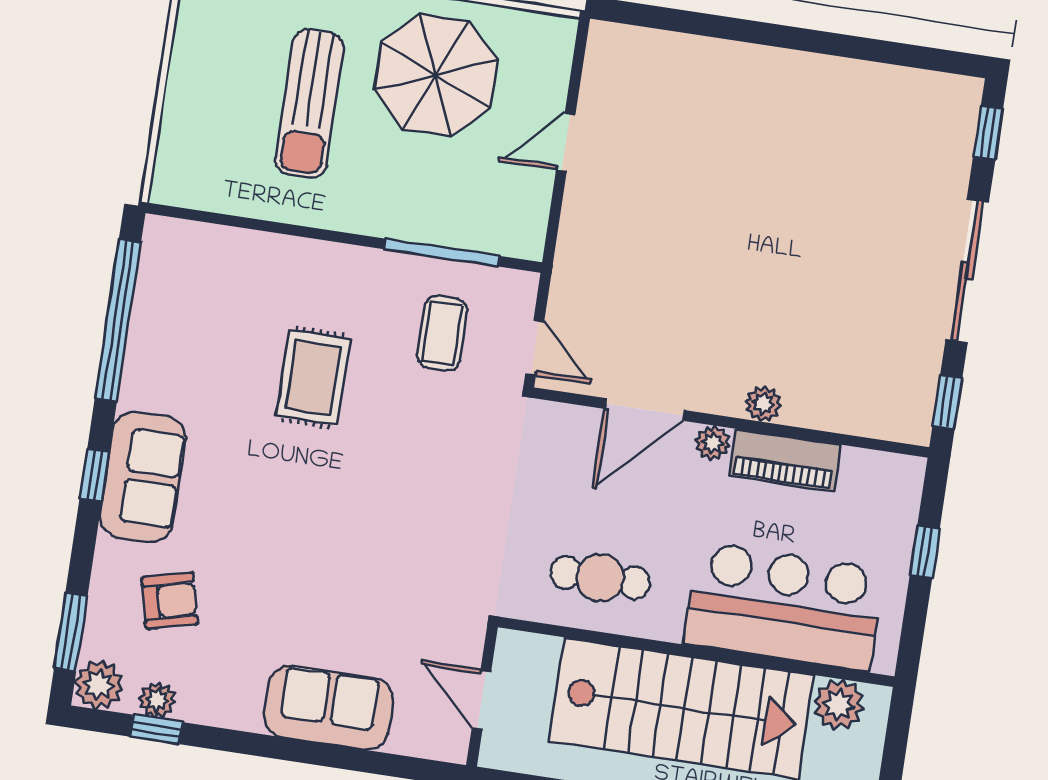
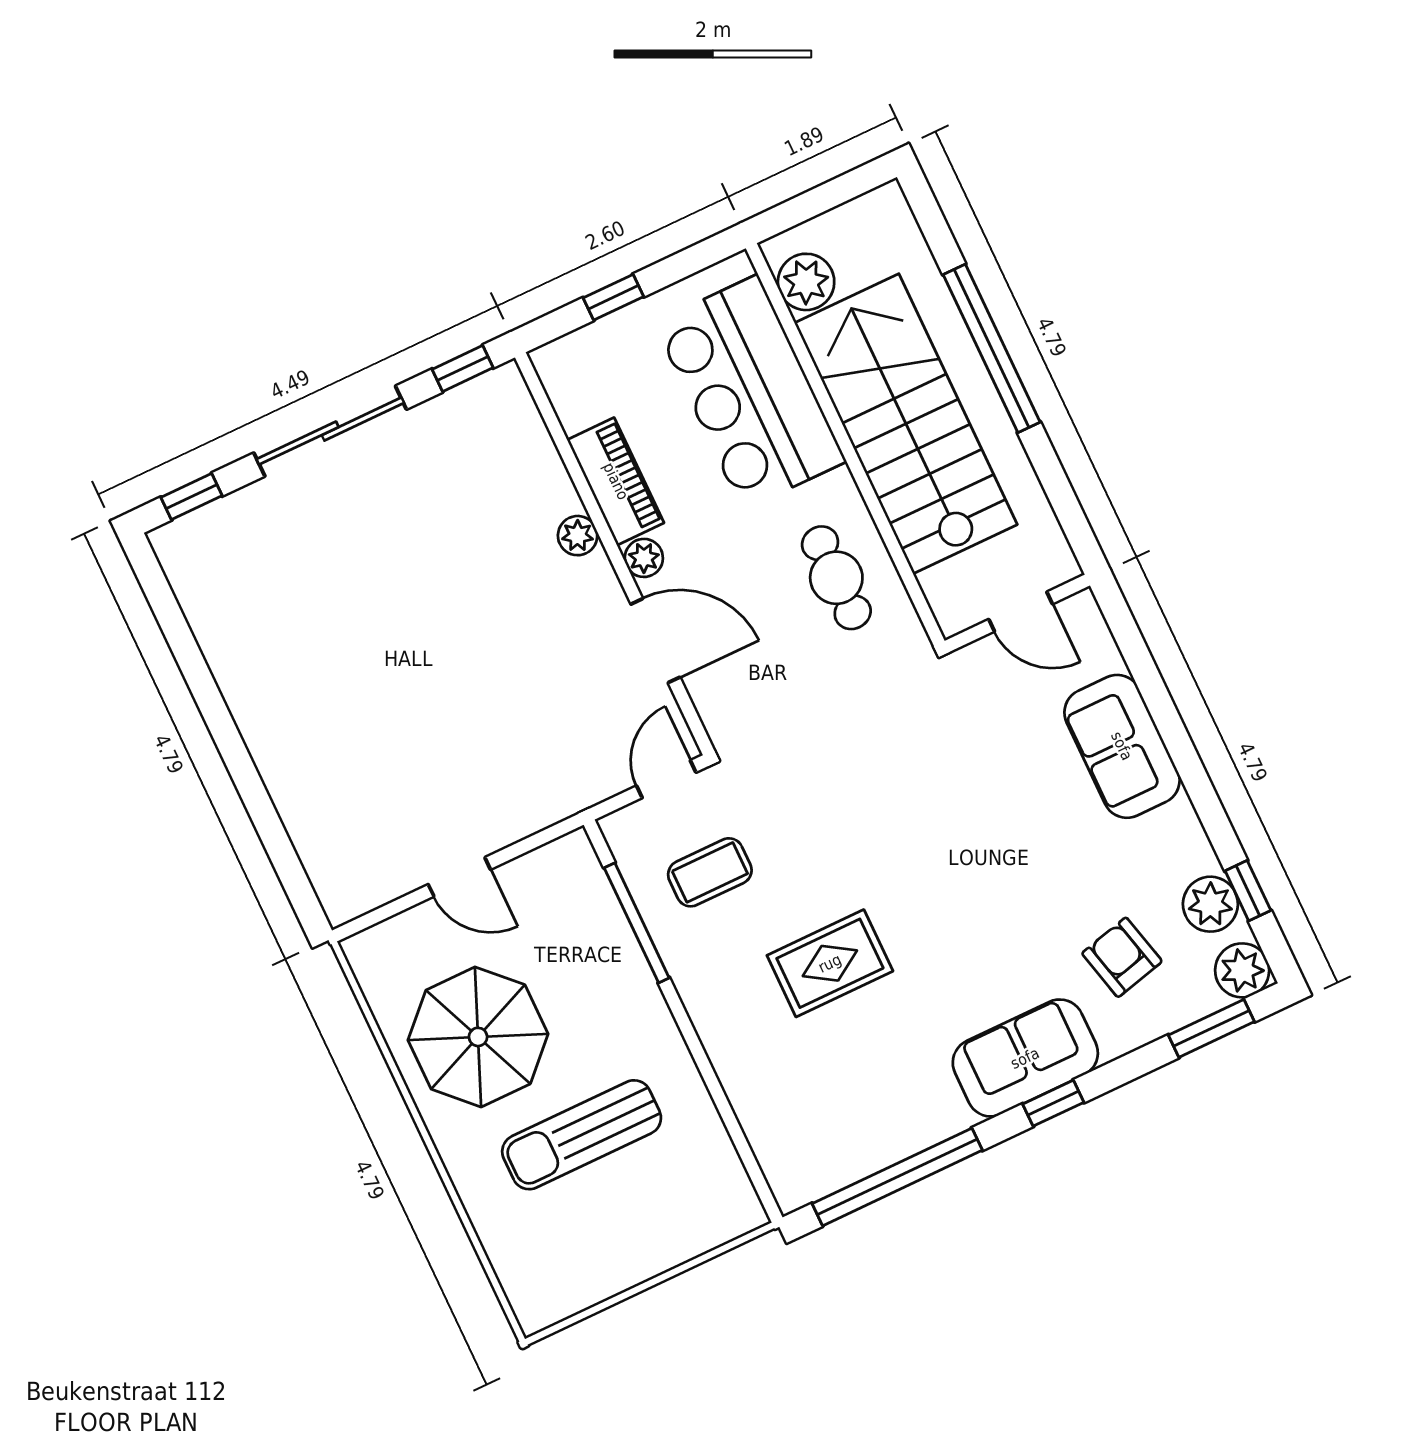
sun lounger: (310, 104) -> (582, 1135), turned 180
door: (481, 699) -> (1021, 612), hinge flipped
plant: (157, 700) -> (1210, 904), width x1.38, depth x1.38

